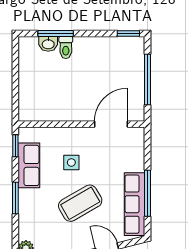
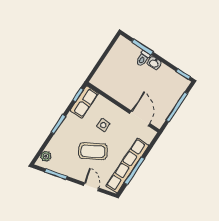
washbasin: (48, 44) -> (154, 63), moved
door: (111, 124) -> (140, 118), hinge flipped
row of seats: (29, 165) -> (84, 102), moved
row of seats: (134, 204) -> (127, 166), width x1.36

